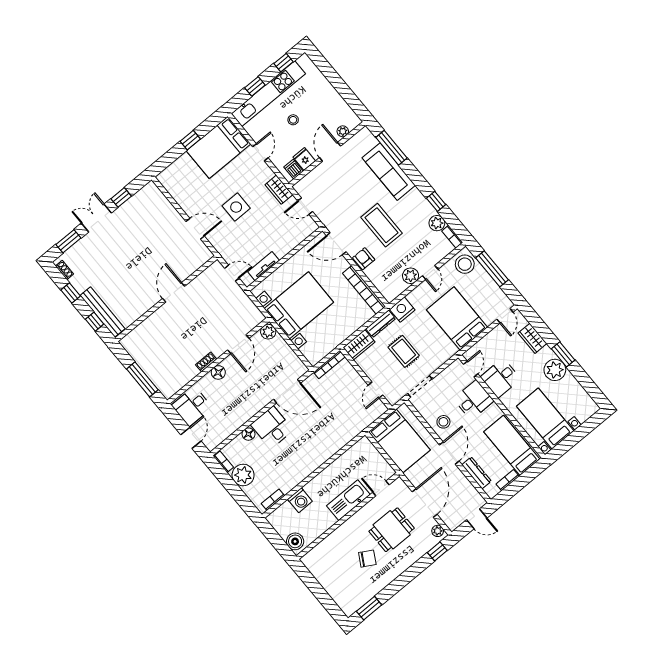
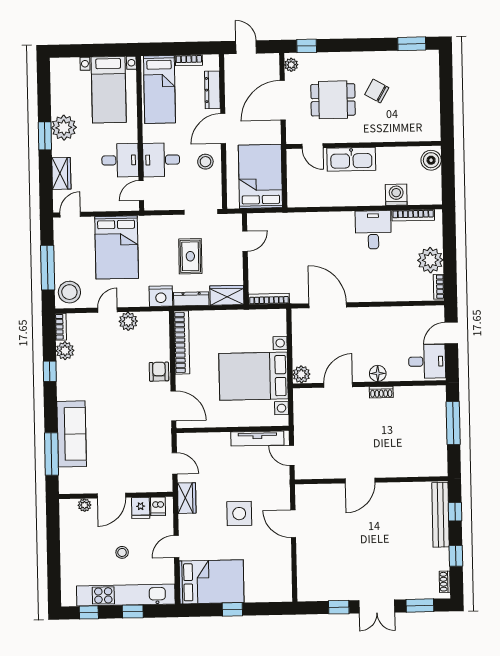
coffee table: (382, 225) -> (118, 390), removed
armchair: (364, 259) -> (159, 372), turned 180
tv unit: (264, 266) -> (257, 439), width x1.41
desk: (272, 427) -> (373, 230), moved, turned 180
floor lamp: (248, 434) -> (395, 294), removed
bookcase: (273, 500) -> (413, 215), width x1.56

